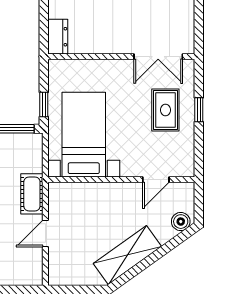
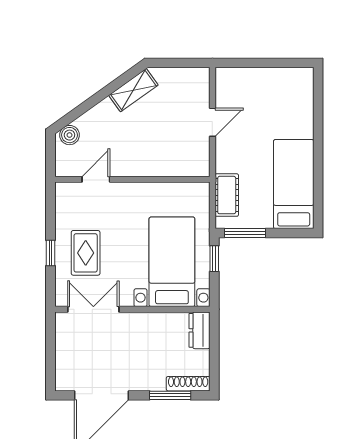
bed with nightstands: (84, 135) -> (172, 262), moved, turned 180
cot: (32, 194) -> (227, 195), moved
shelving: (127, 255) -> (133, 90), width x0.67, depth x0.75

